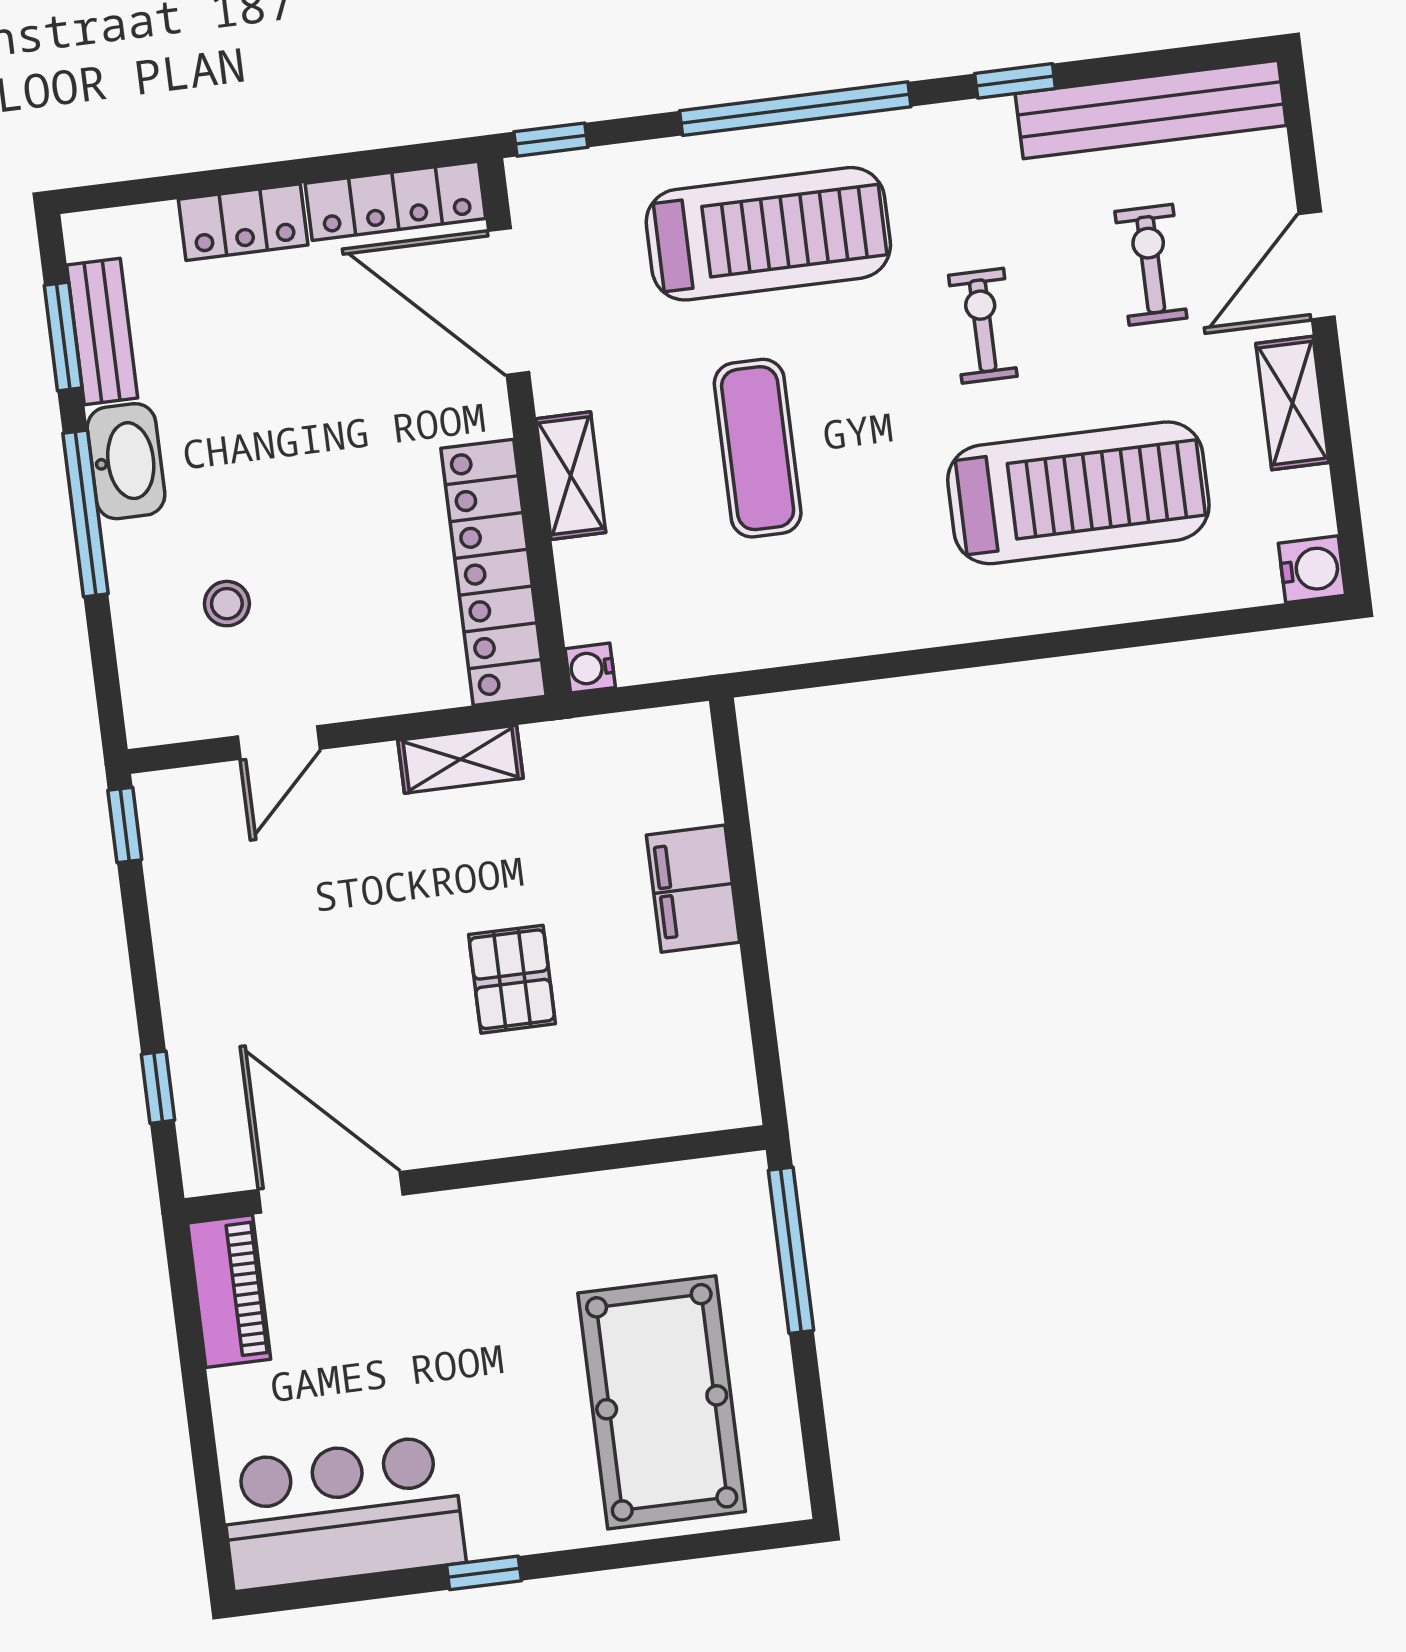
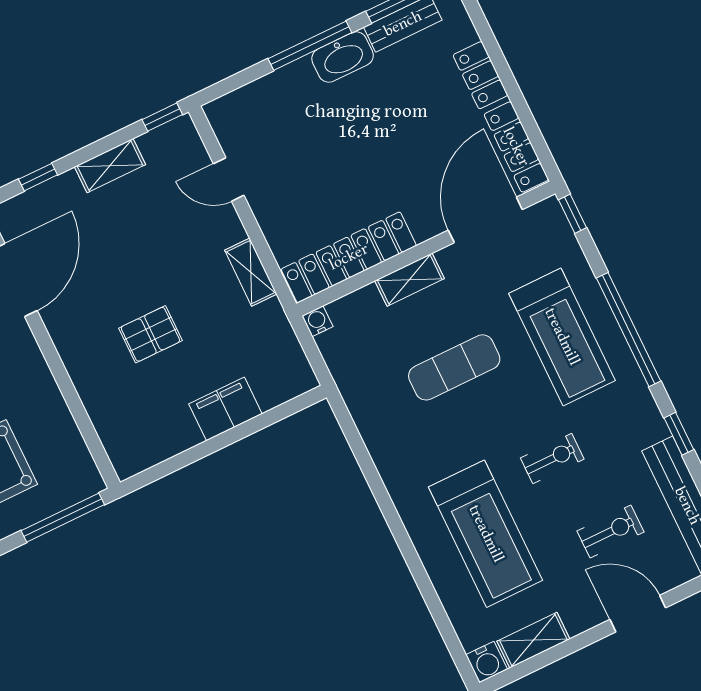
shelving: (1292, 403) -> (533, 640), moved
stool: (227, 604) -> (289, 131), removed
shelving: (181, 950) -> (110, 166), added

